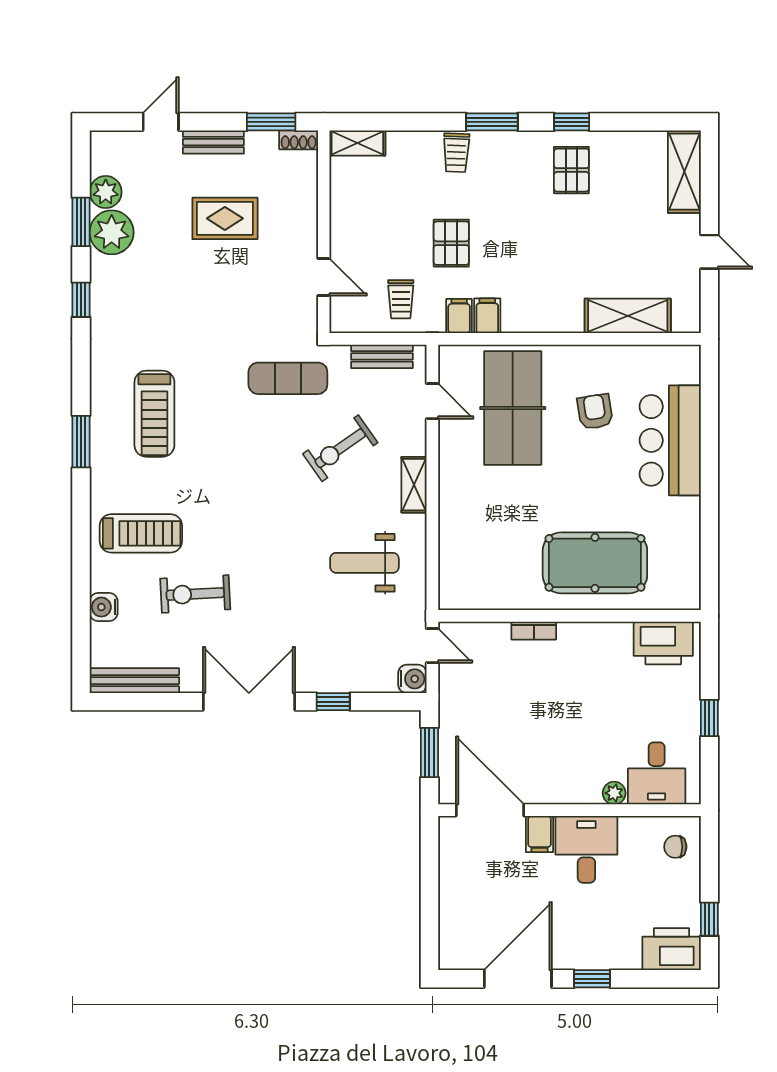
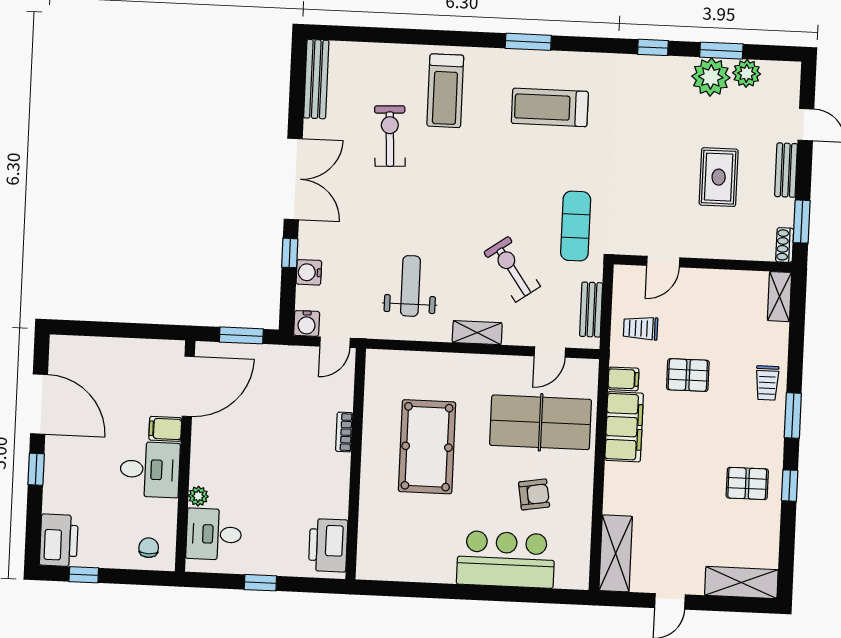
trolley: (456, 153) -> (767, 383), turned -92
filing cabinet: (487, 316) -> (624, 427), width x3.00, depth x1.17
shelving: (628, 316) -> (616, 553), moved
pool table: (595, 563) -> (427, 447), moved
water cooler: (104, 607) -> (309, 272), moved, turned -90

